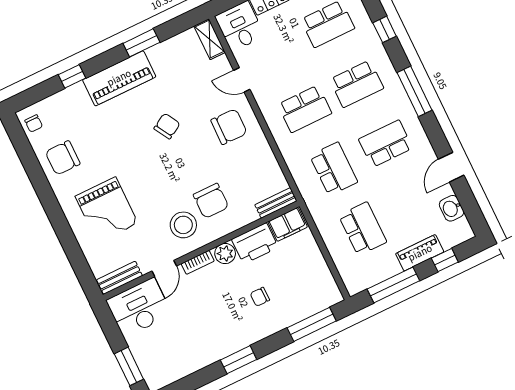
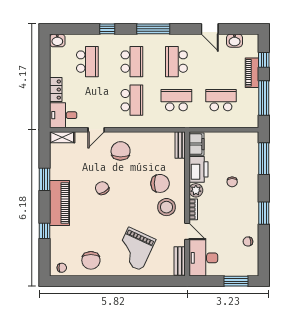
grand piano: (107, 210) -> (135, 249), turned 115
chair: (190, 357) -> (248, 241), added

